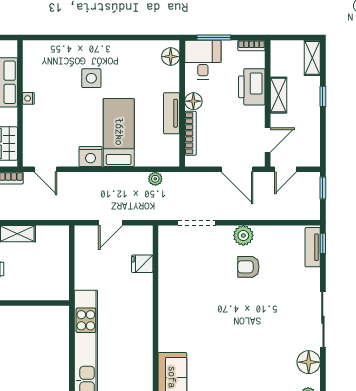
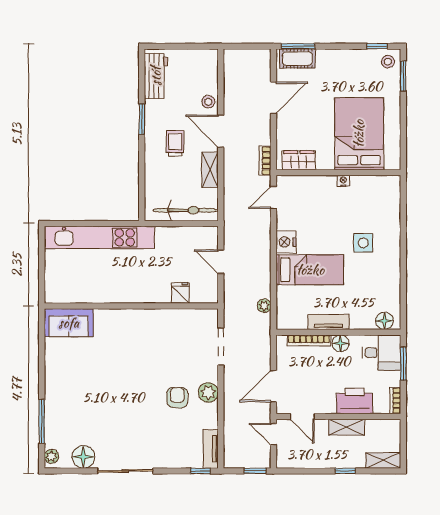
tv unit: (313, 247) -> (211, 449), moved, turned -90
bicycle: (58, 258) -> (186, 210), added

